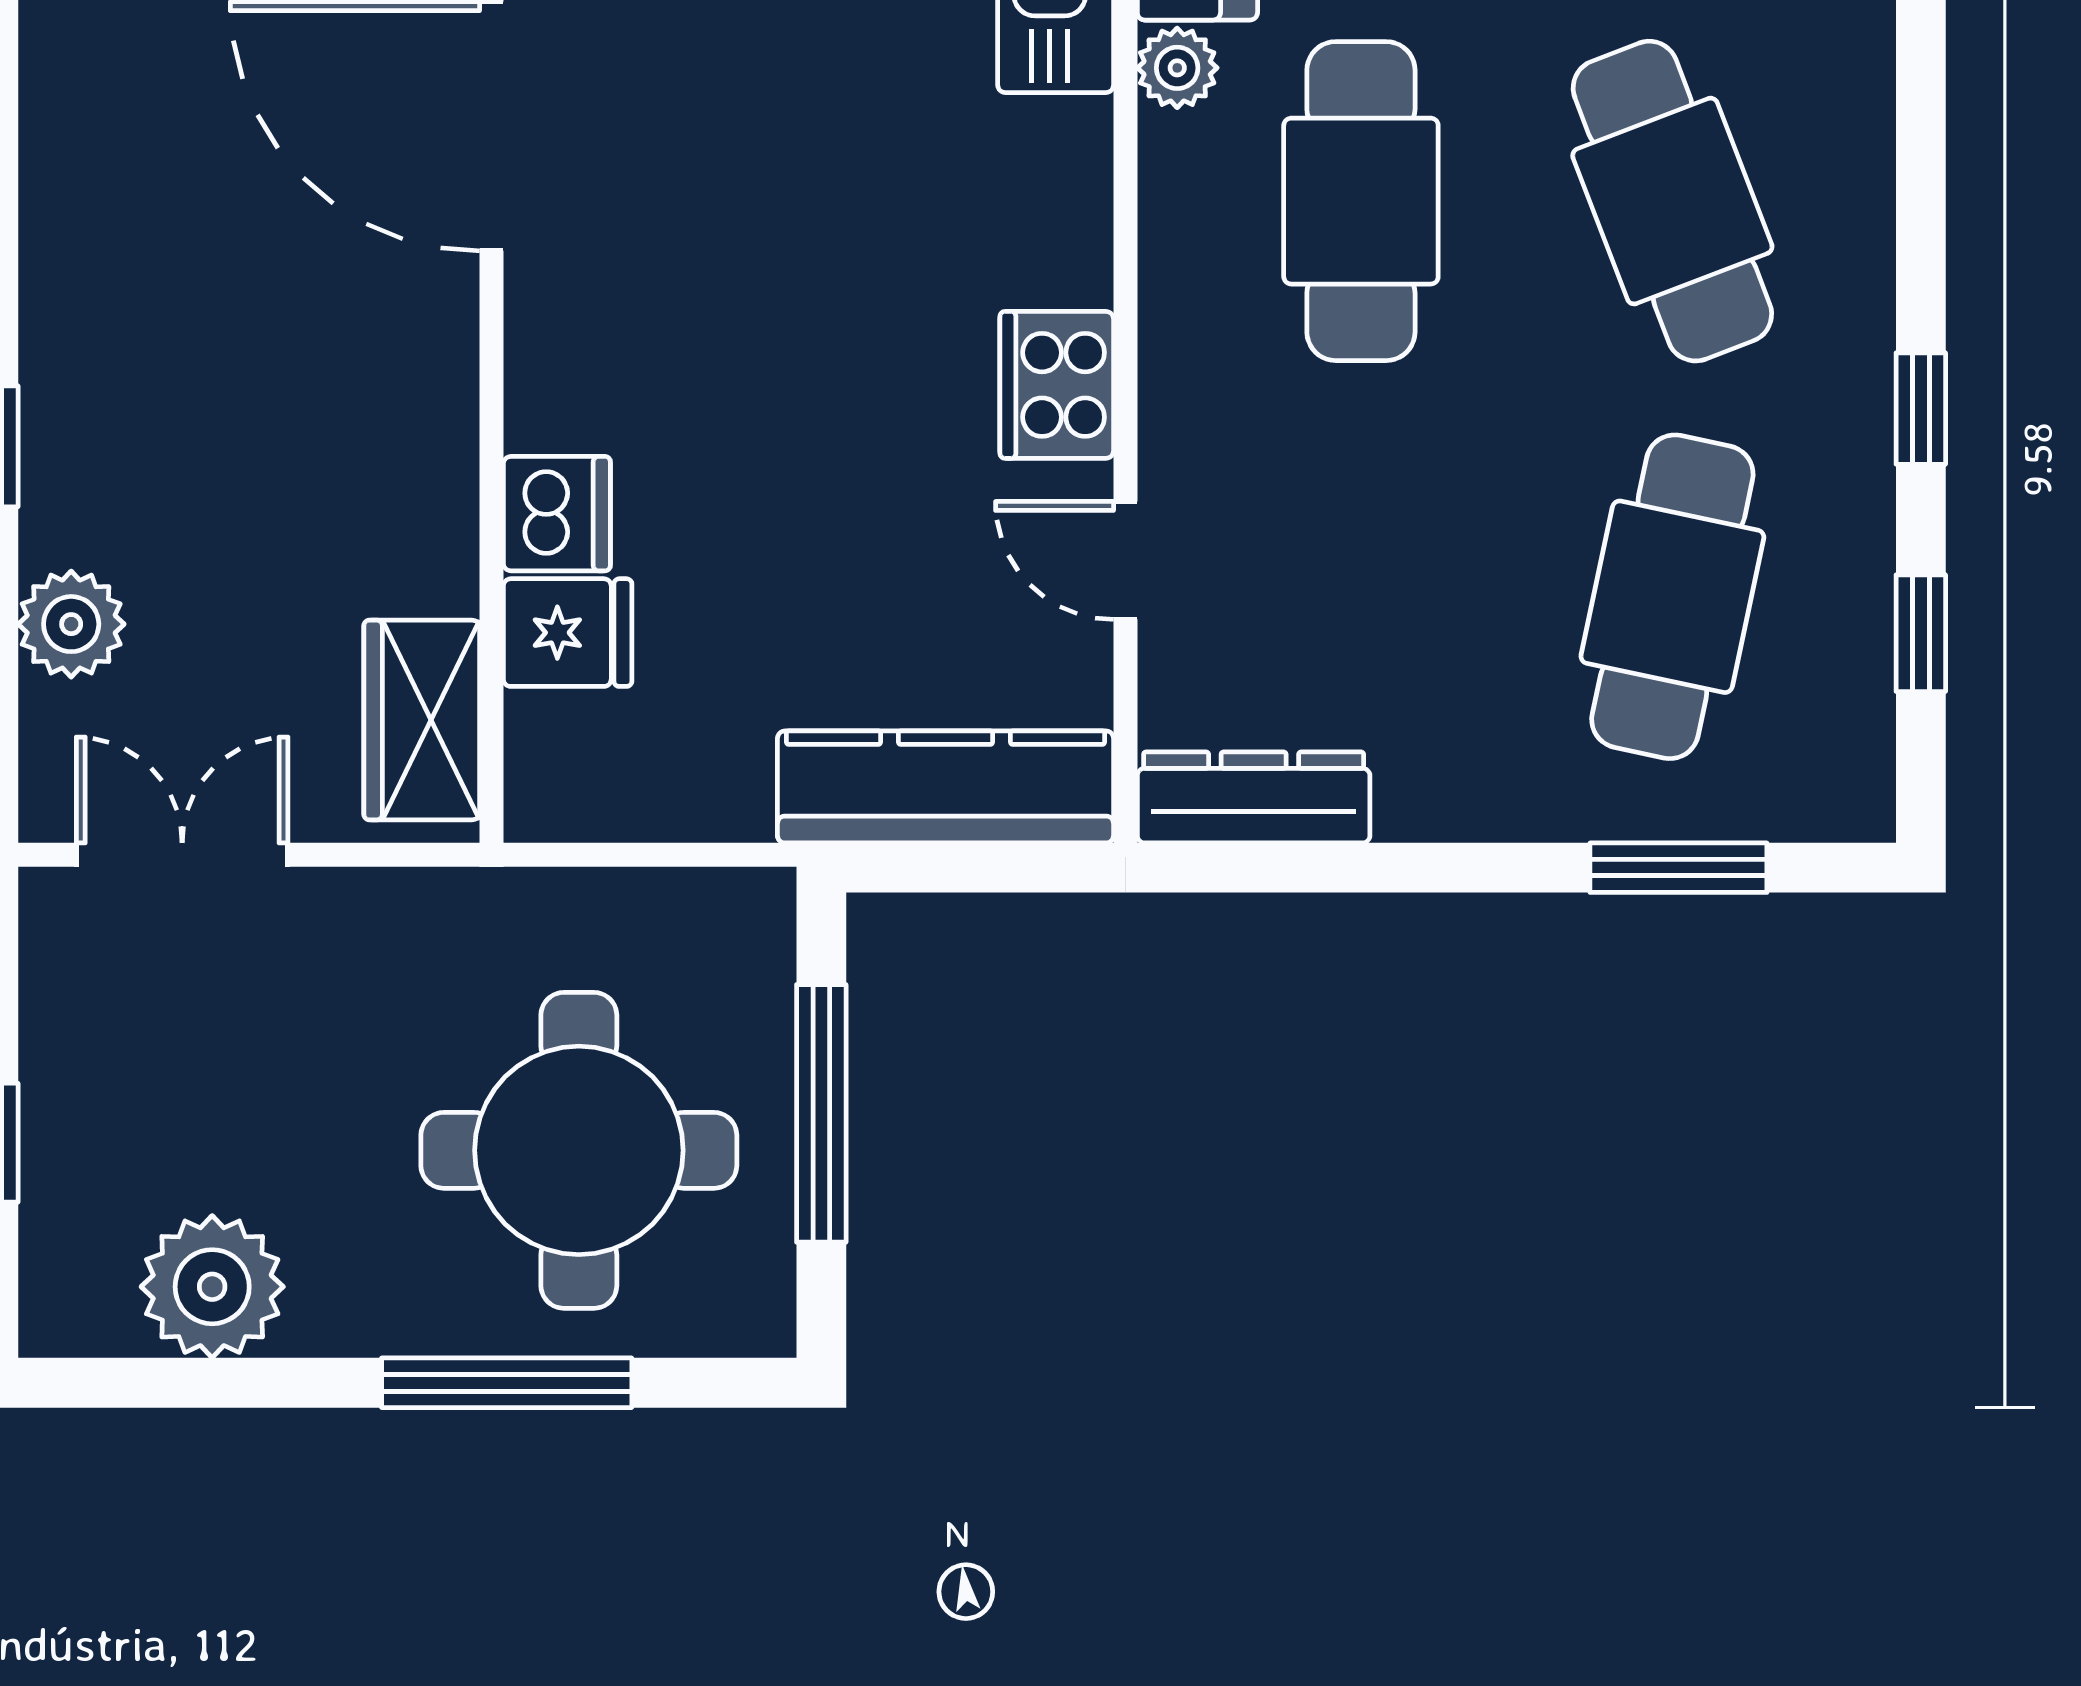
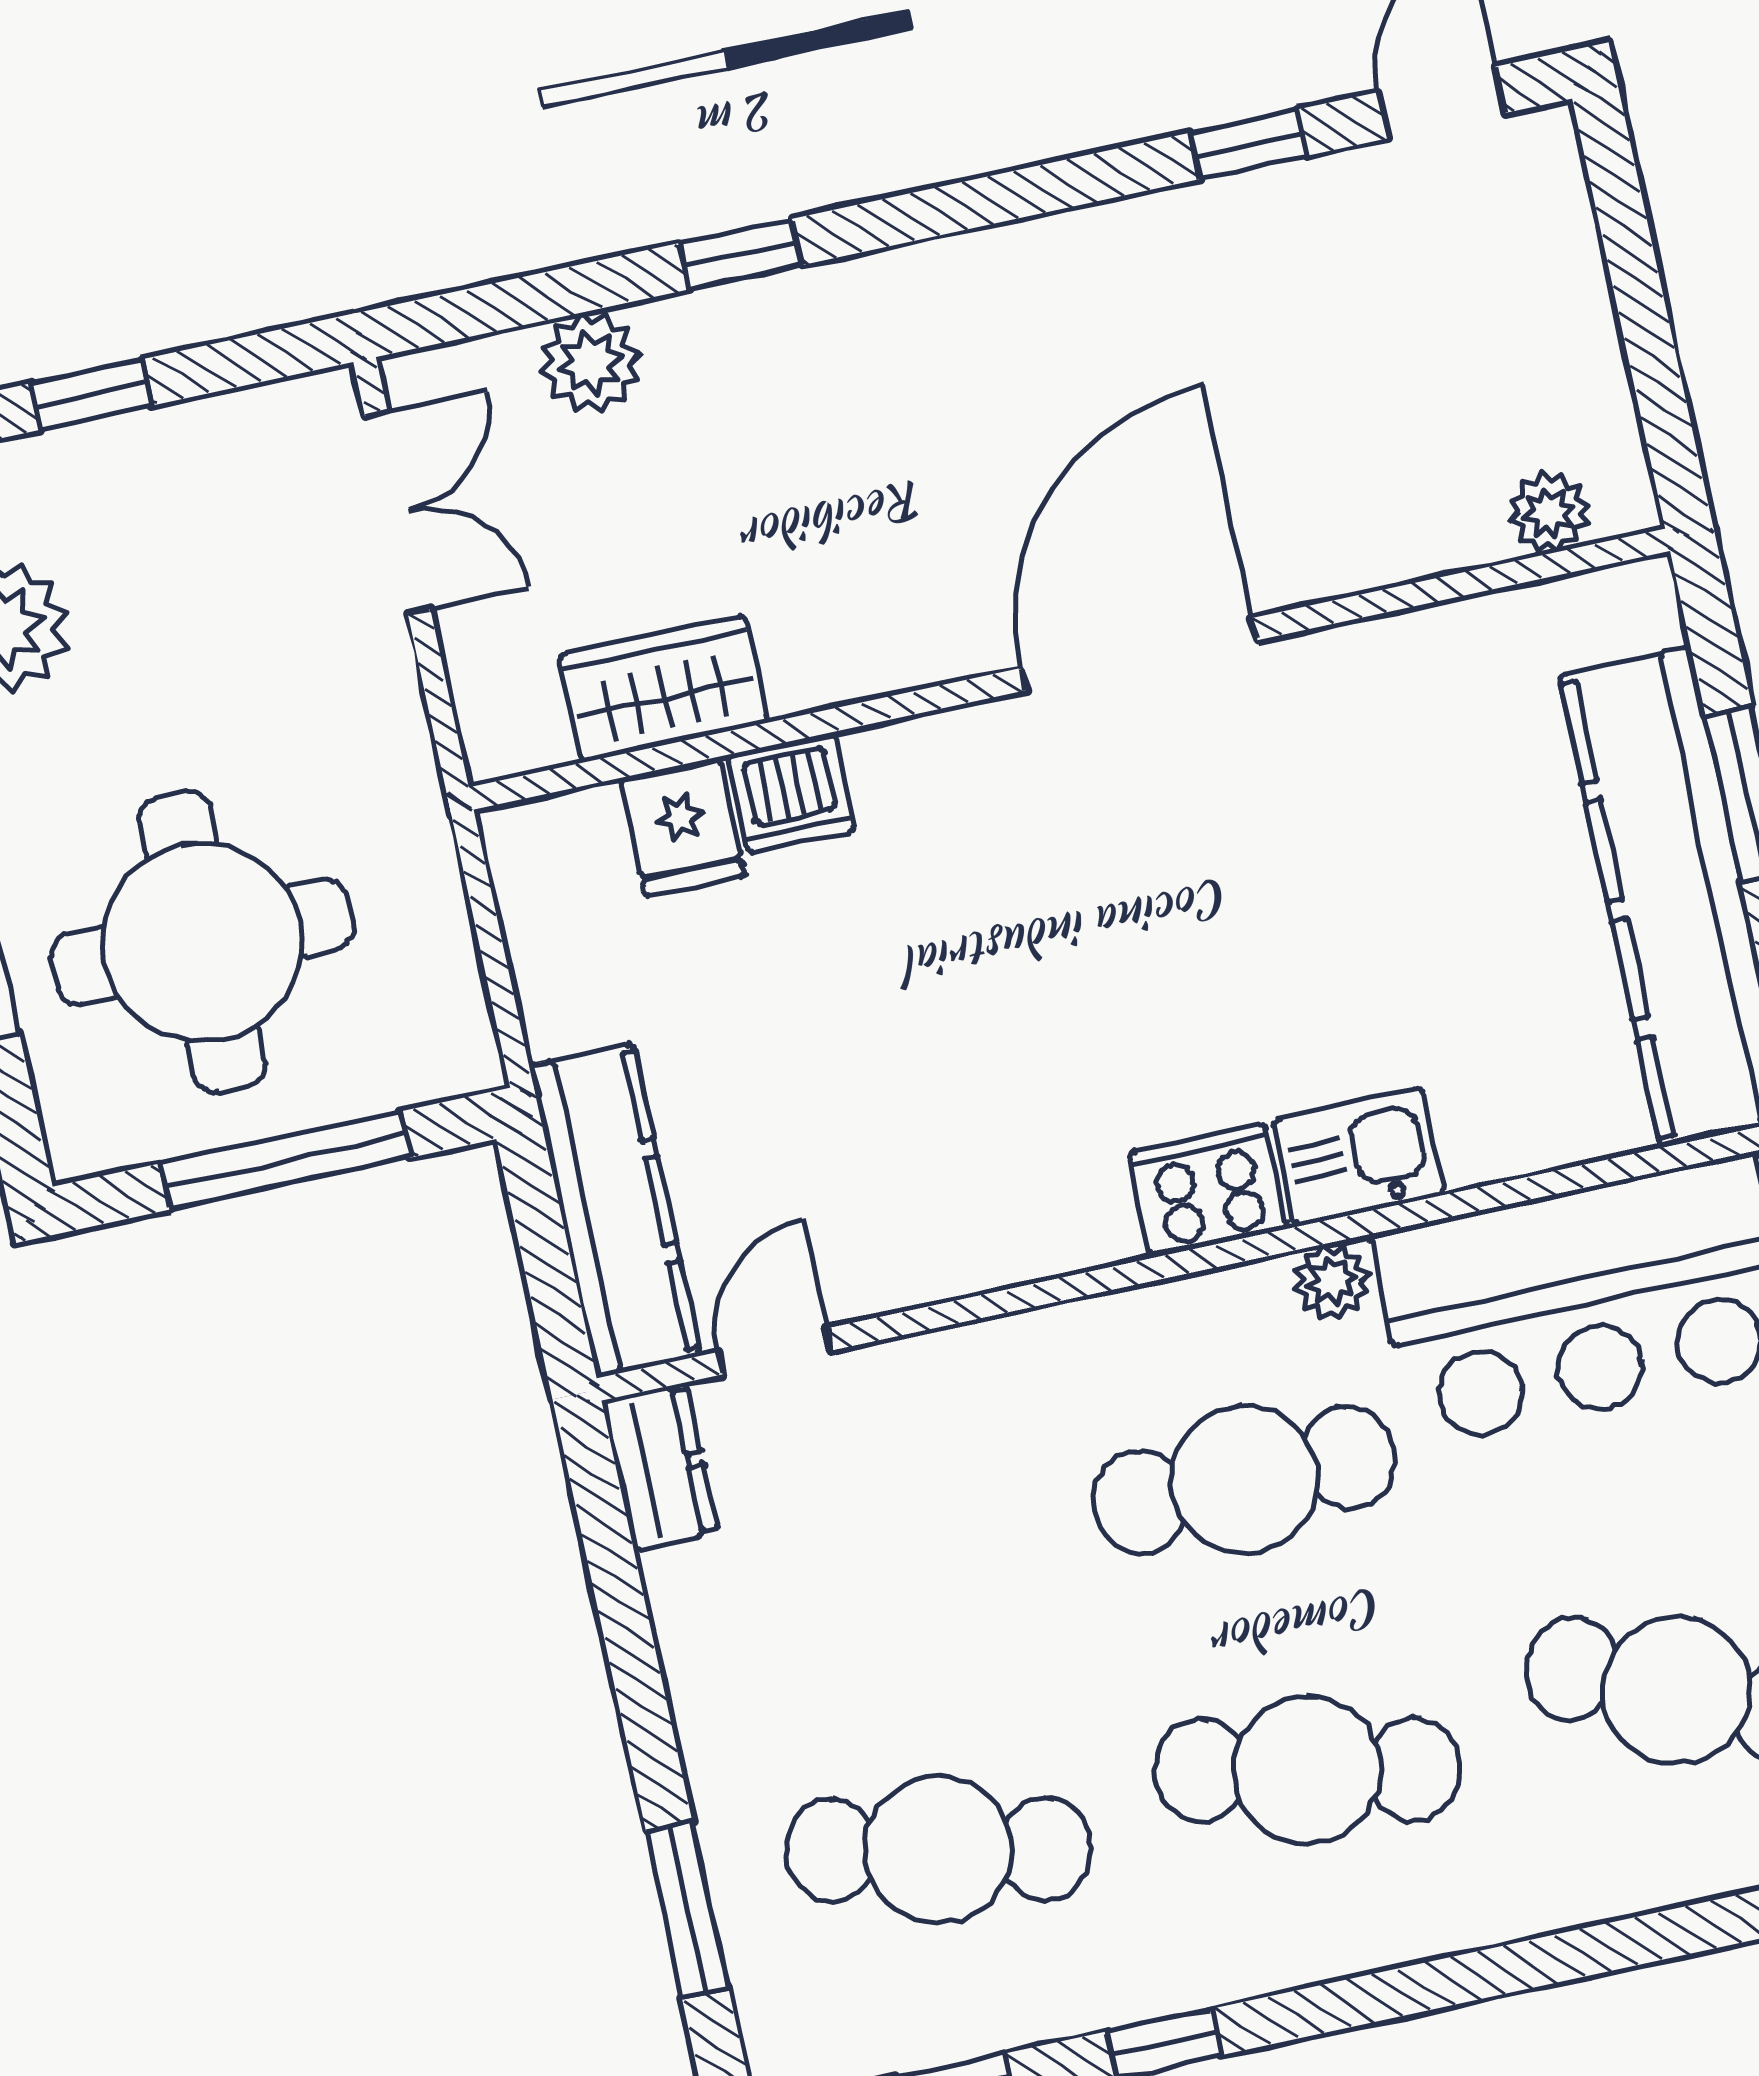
cafe table: (1672, 201) -> (1307, 1770), turned 33
cooker: (1057, 385) -> (1209, 1191), moved
door: (1125, 560) -> (775, 1351), moved
wardrobe: (422, 720) -> (663, 689), moved
dresser: (1254, 797) -> (660, 1467), width x0.70

